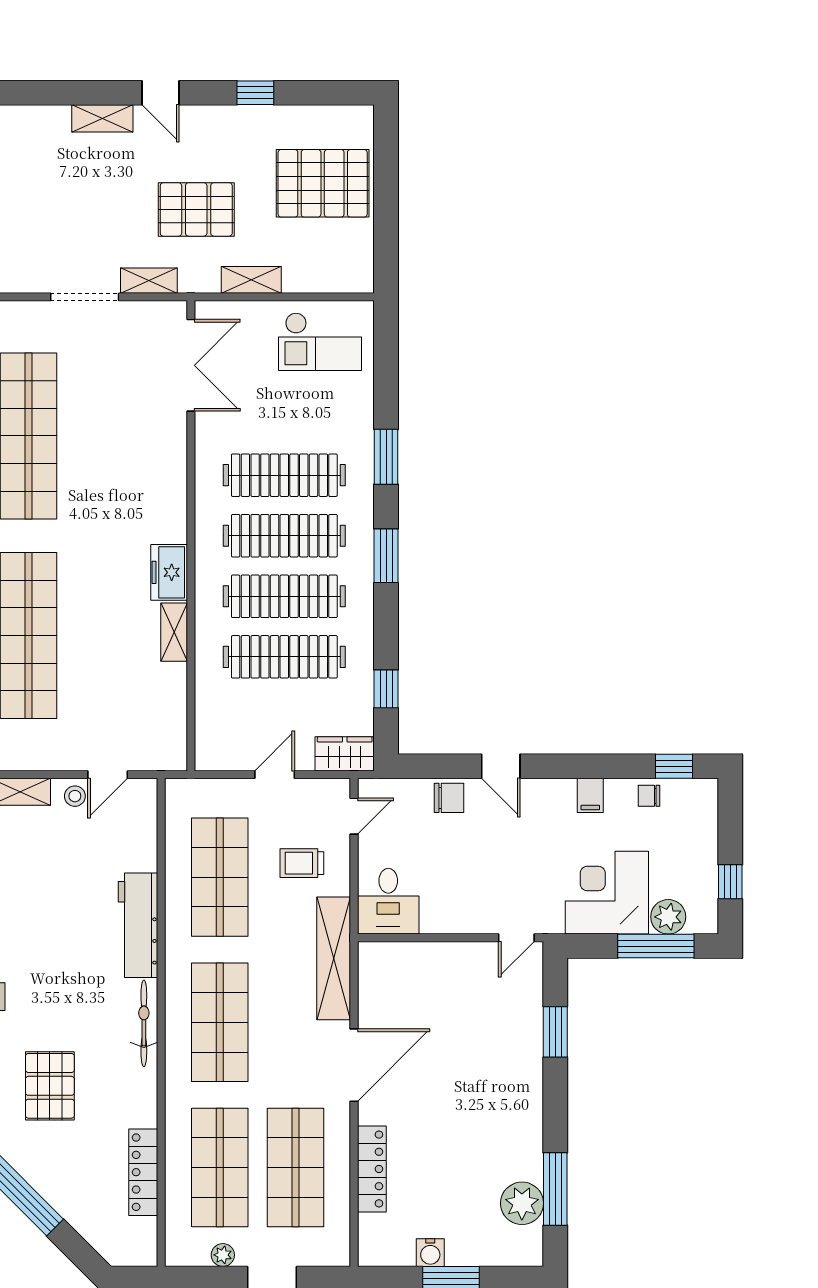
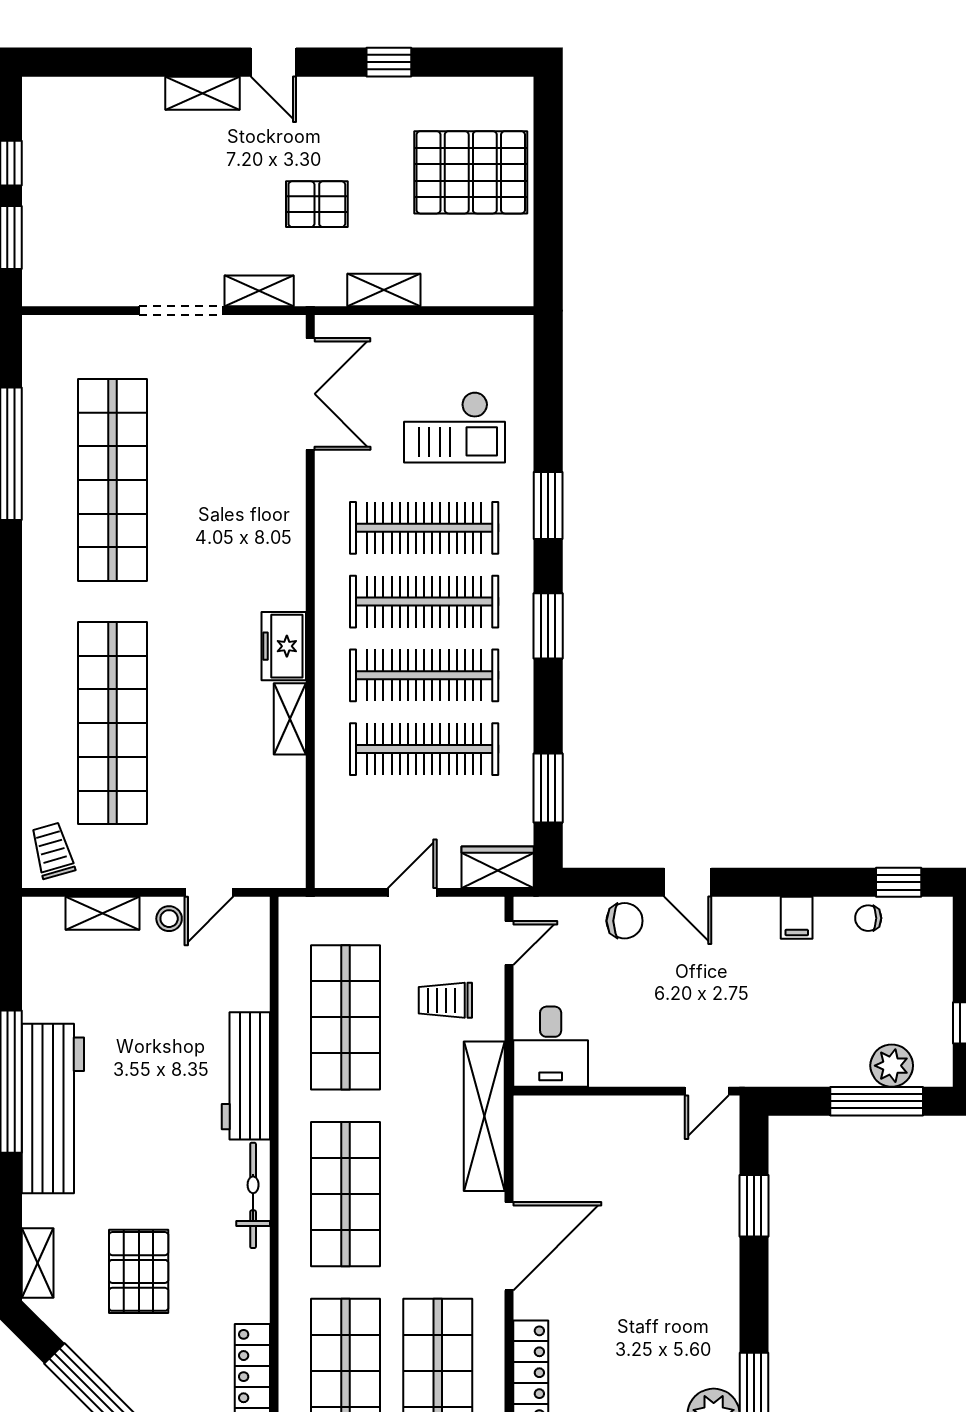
pallet: (196, 209) -> (317, 204), width x0.67, depth x0.71
checkout: (320, 342) -> (455, 427), moved
window: (386, 689) -> (548, 788), width x1.50
corner desk: (607, 893) -> (817, 1036), removed

